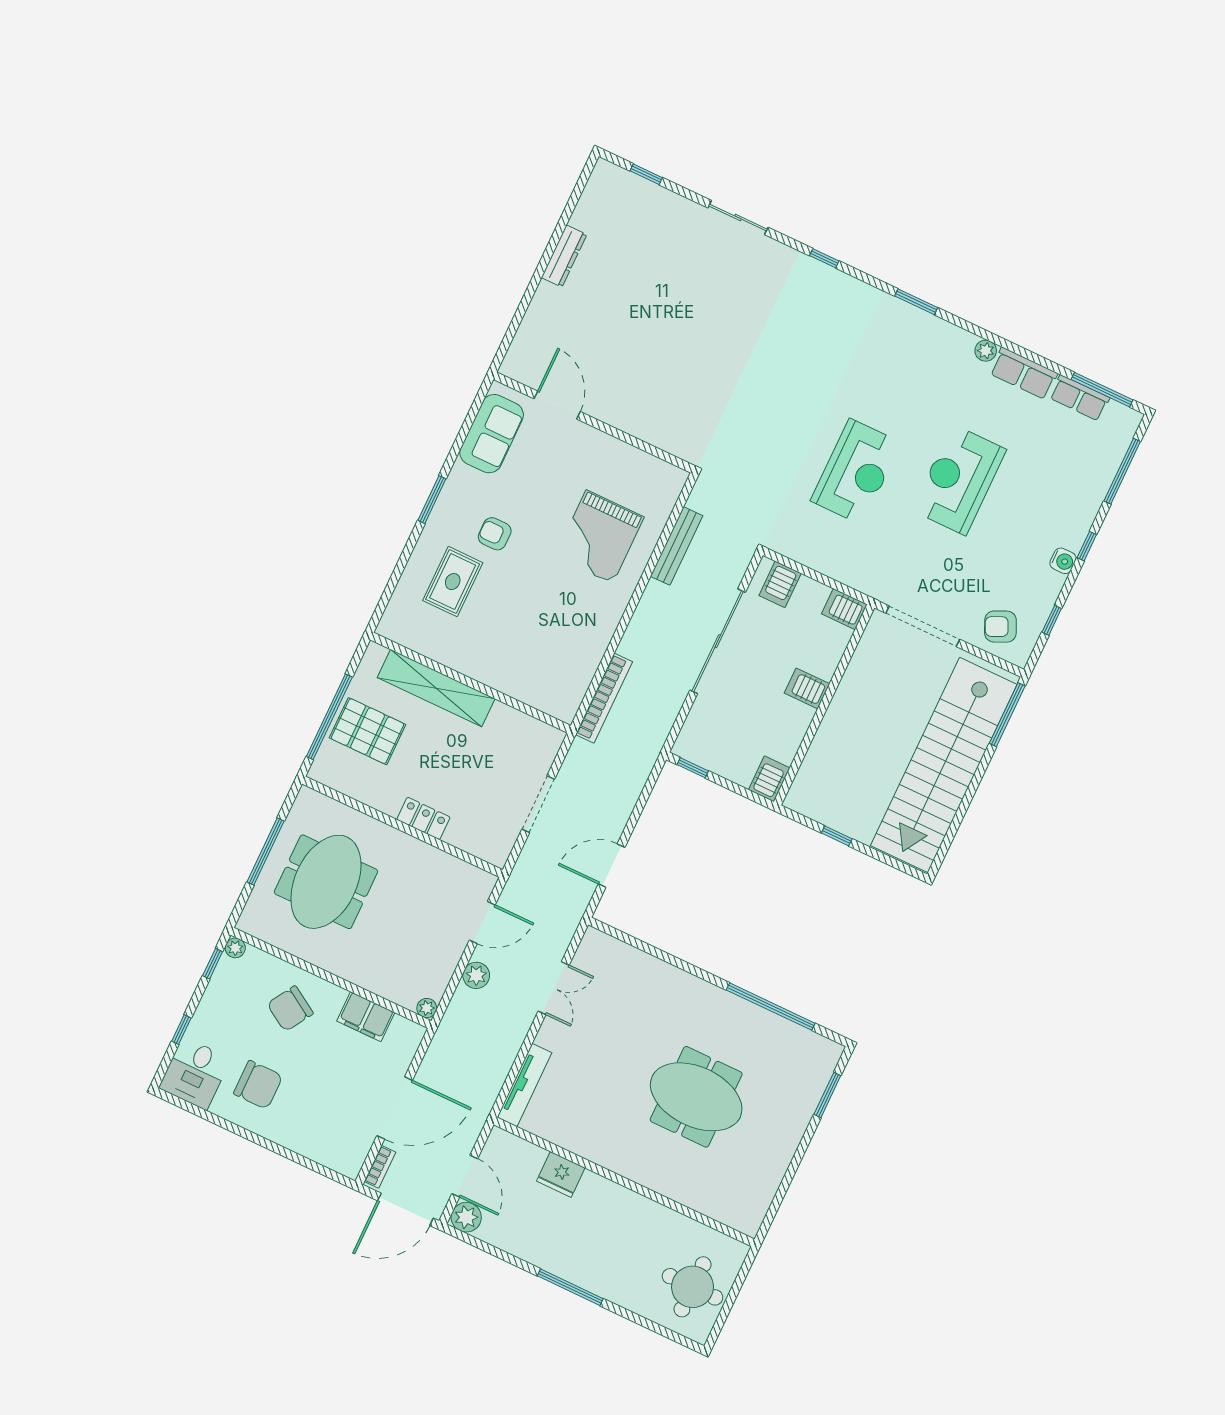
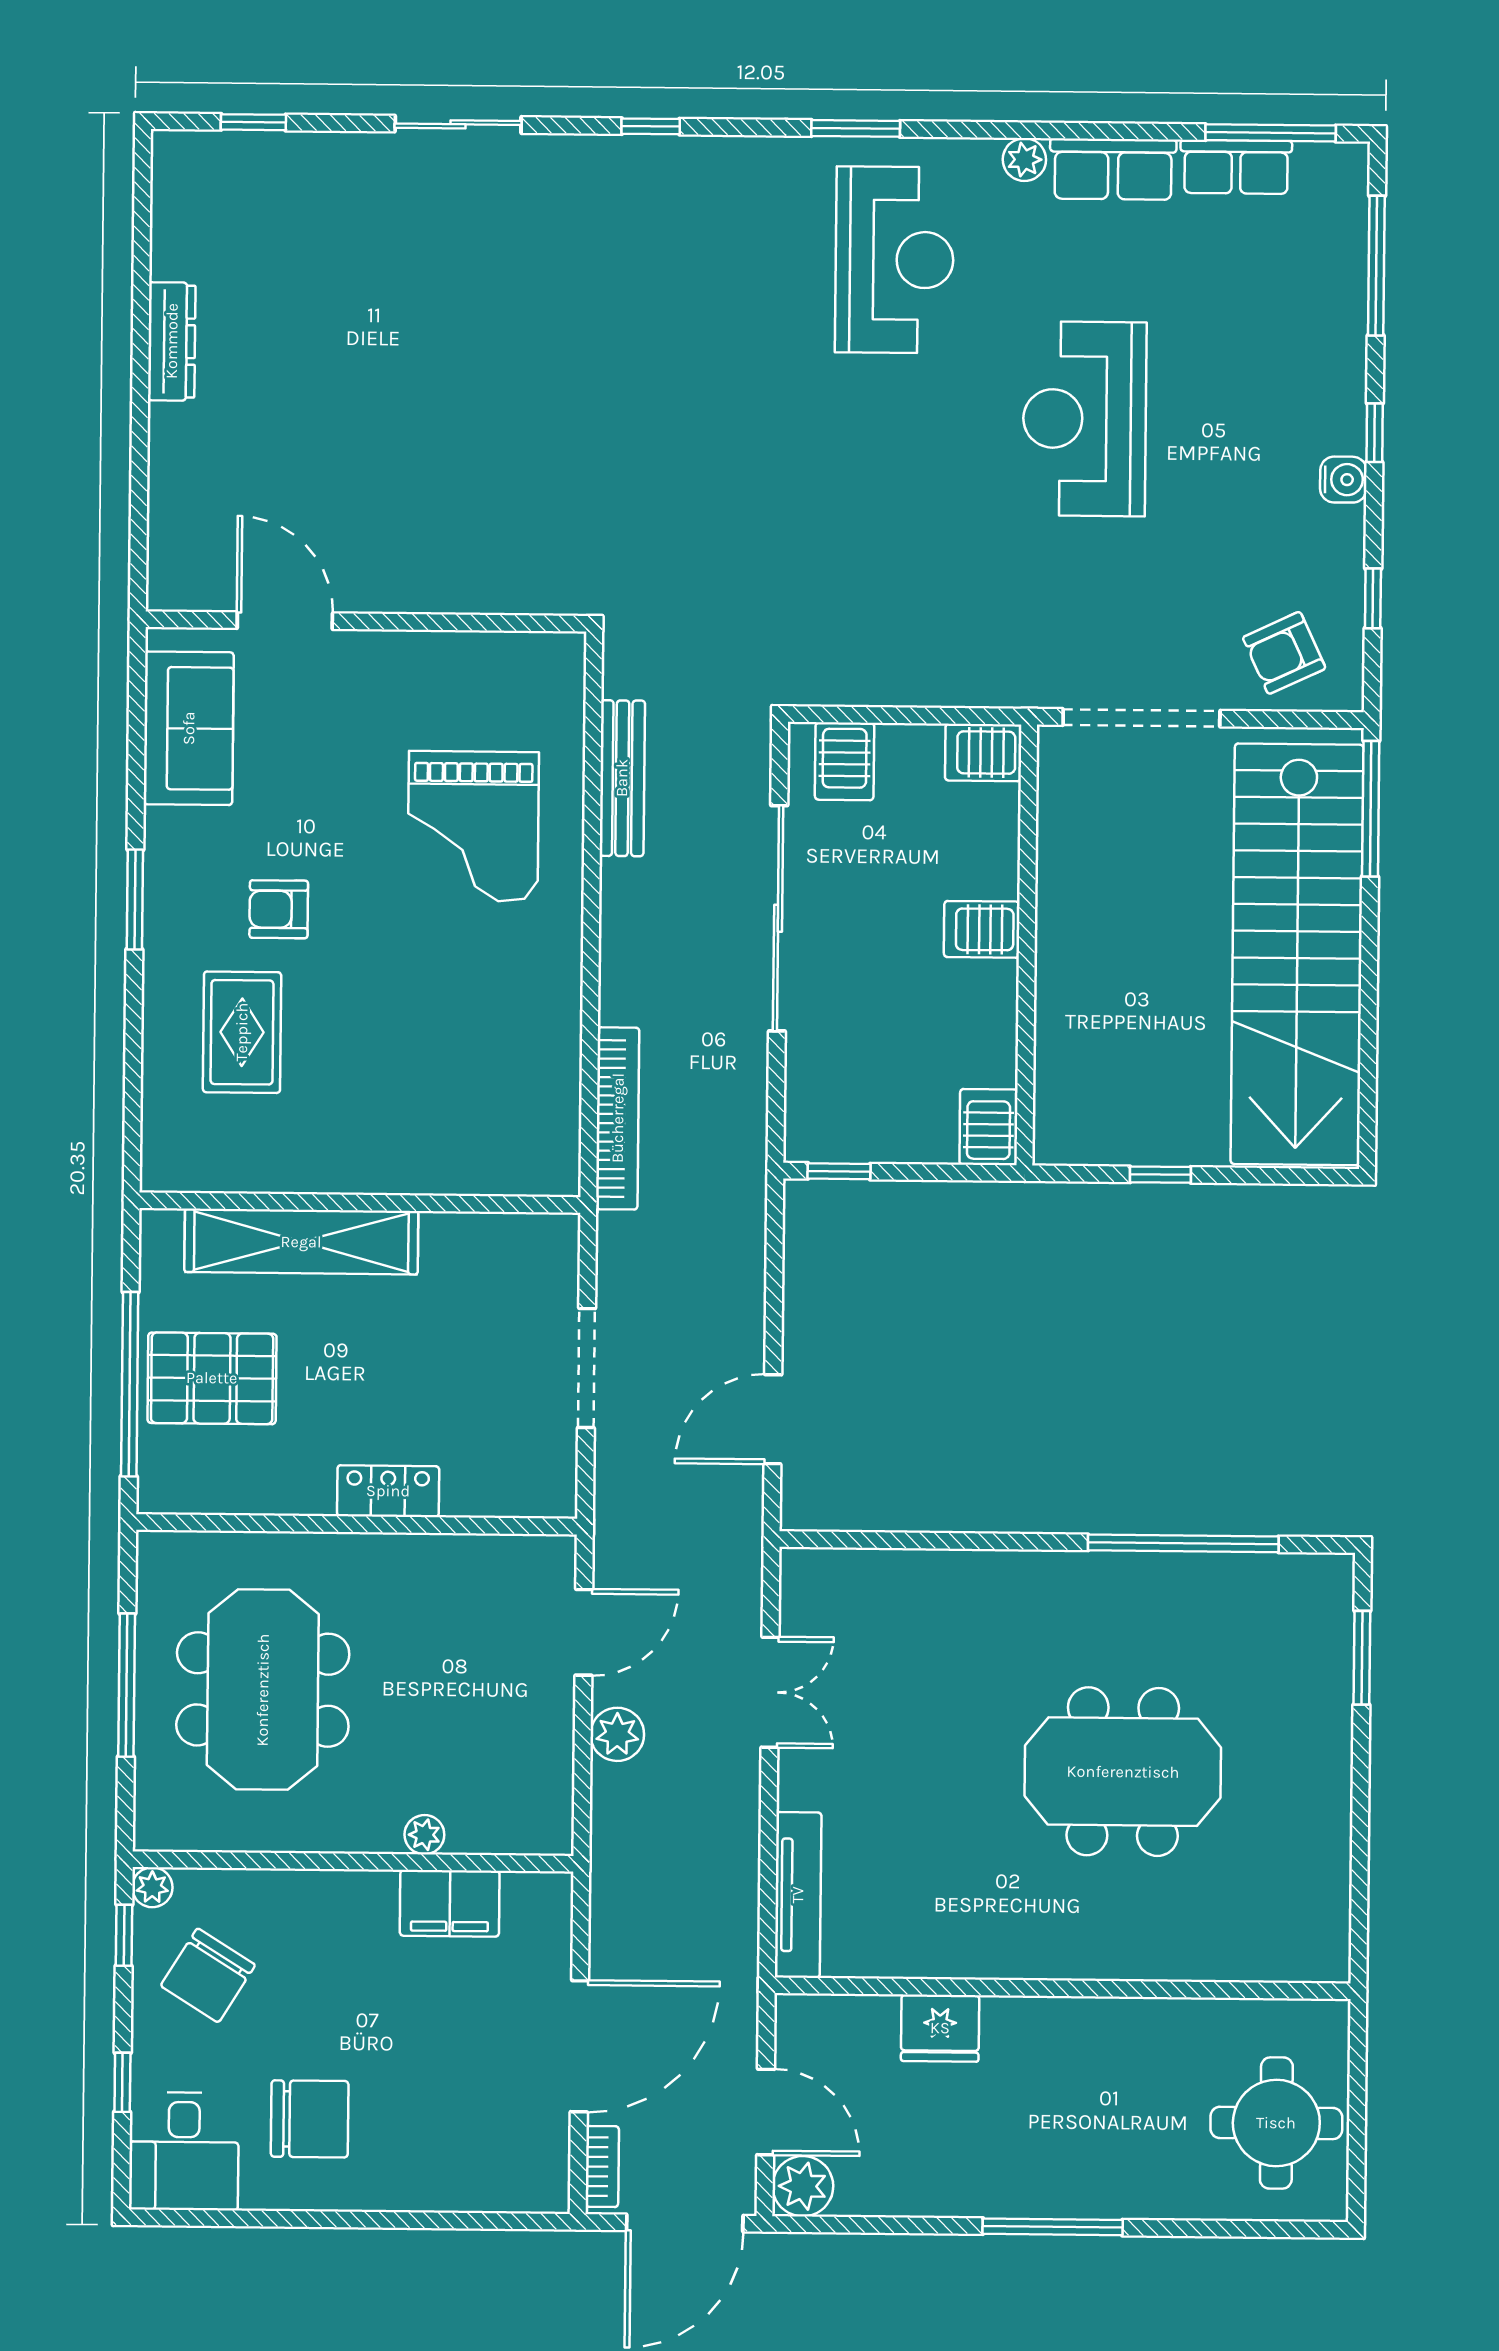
reception desk: (856, 472) -> (894, 260), moved
plant: (427, 1008) -> (424, 1835), moved
chair: (290, 1009) -> (208, 1975), moved

